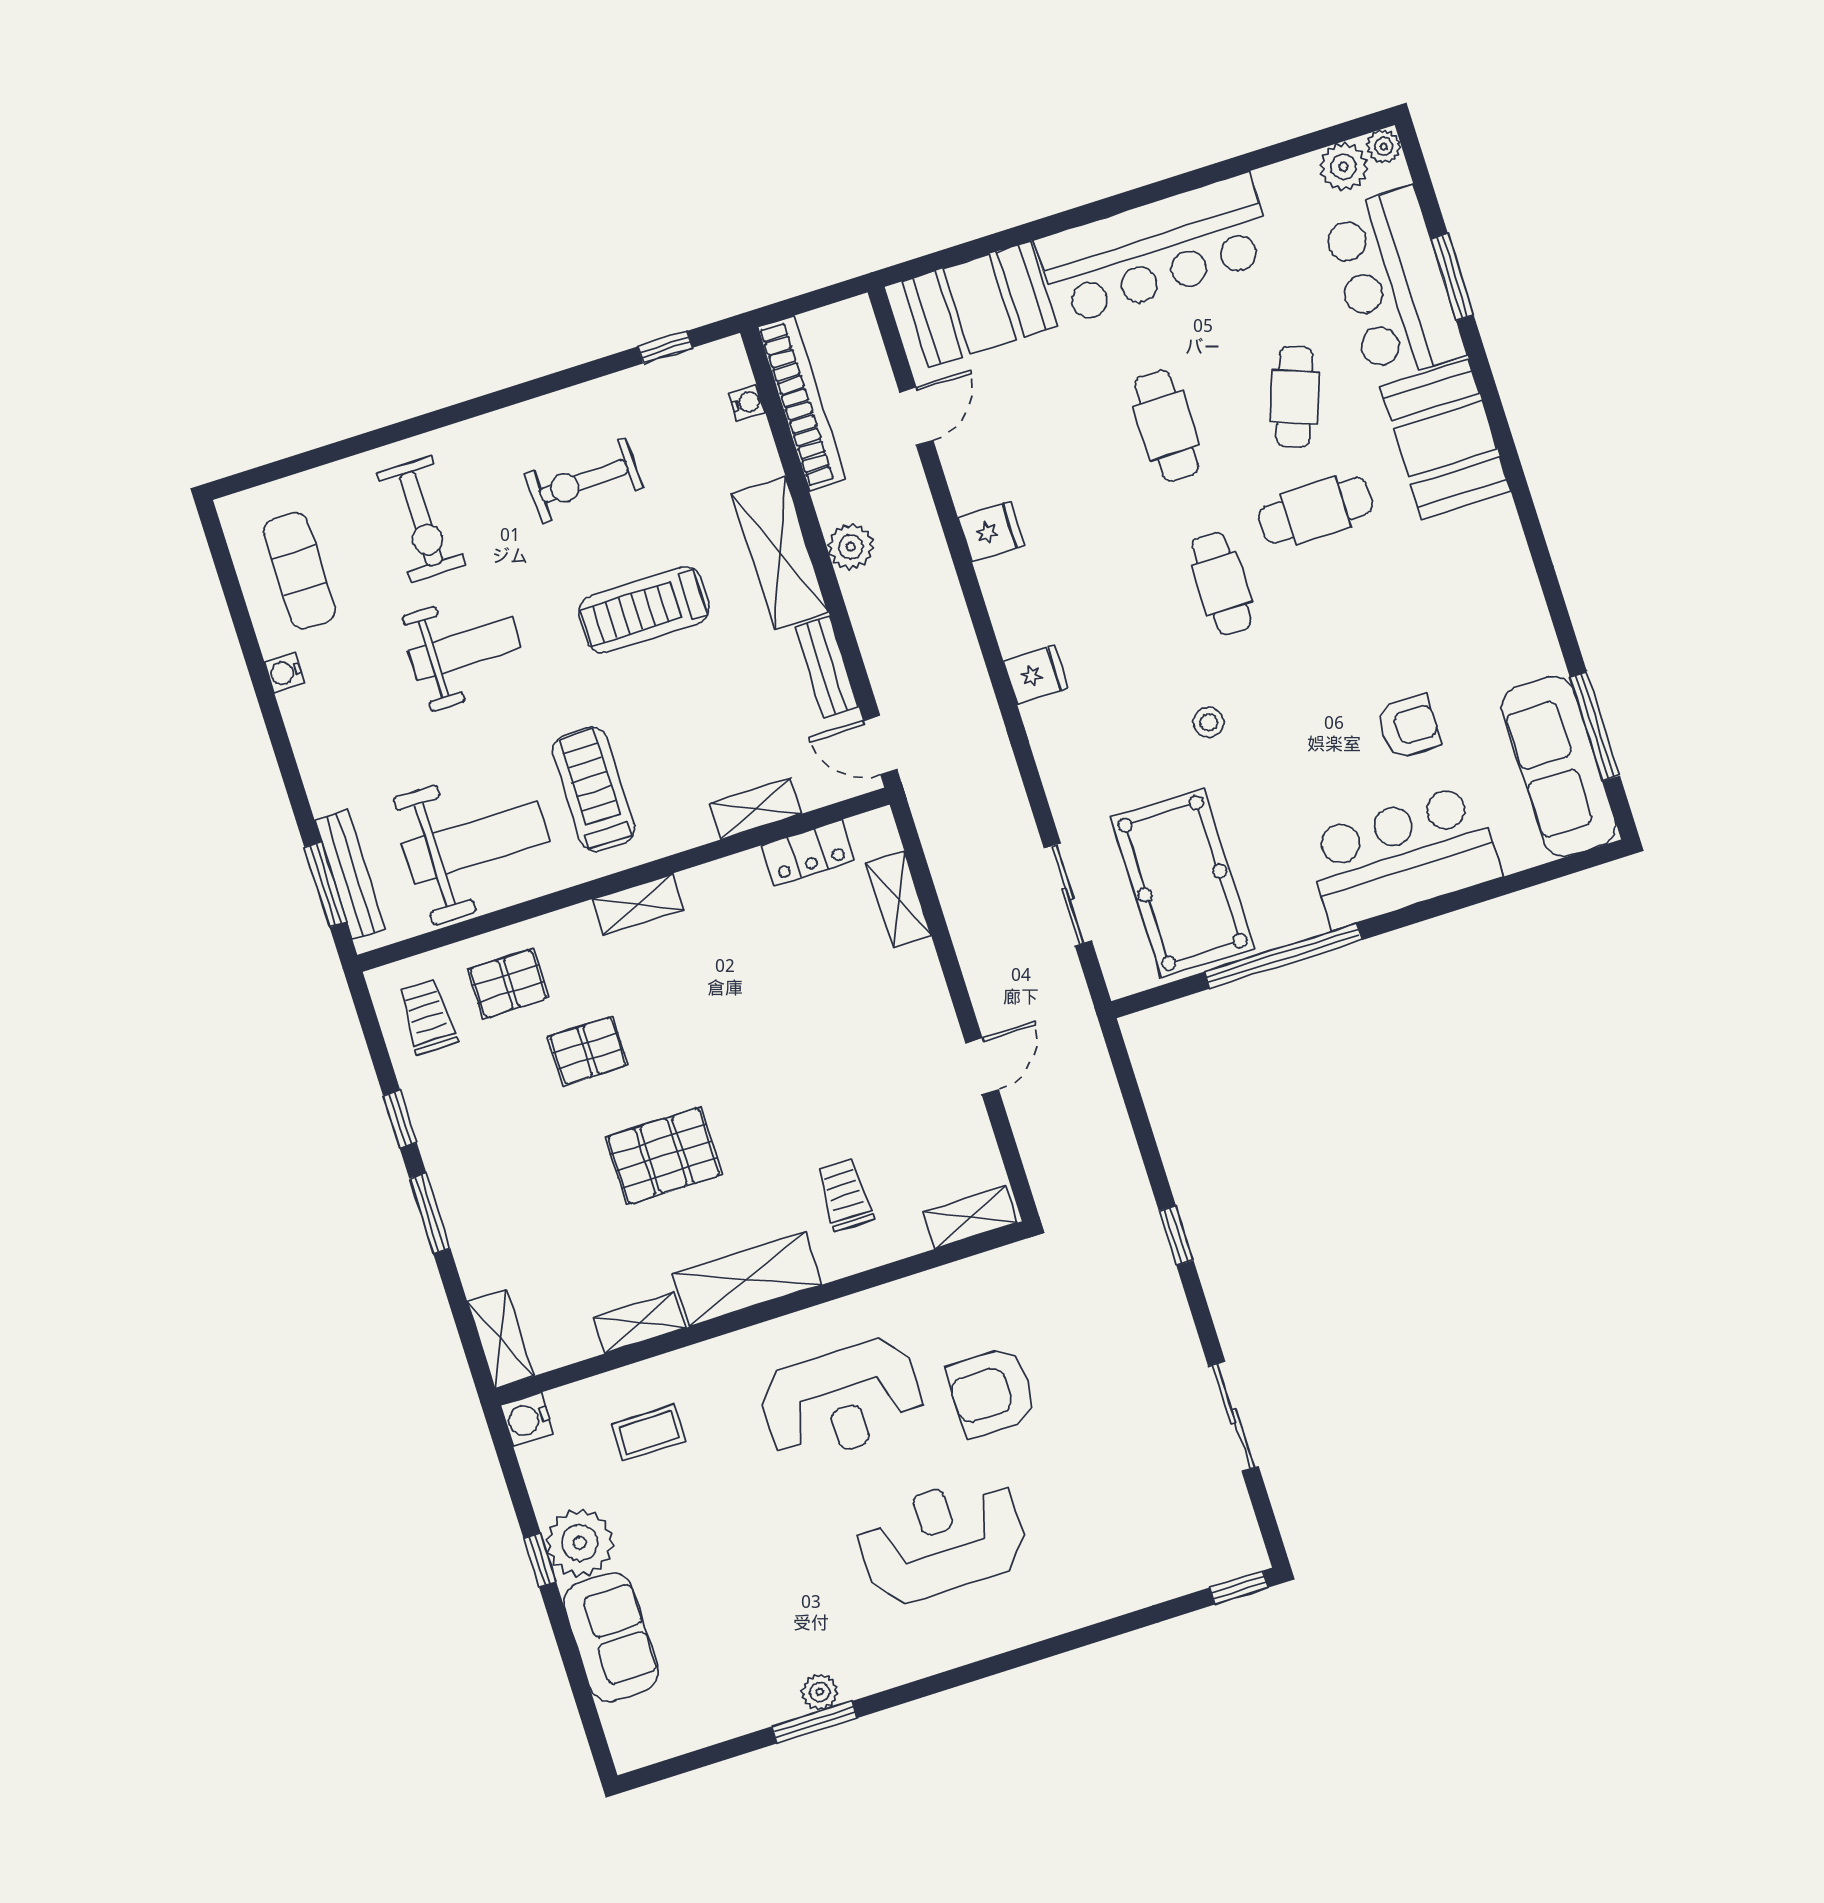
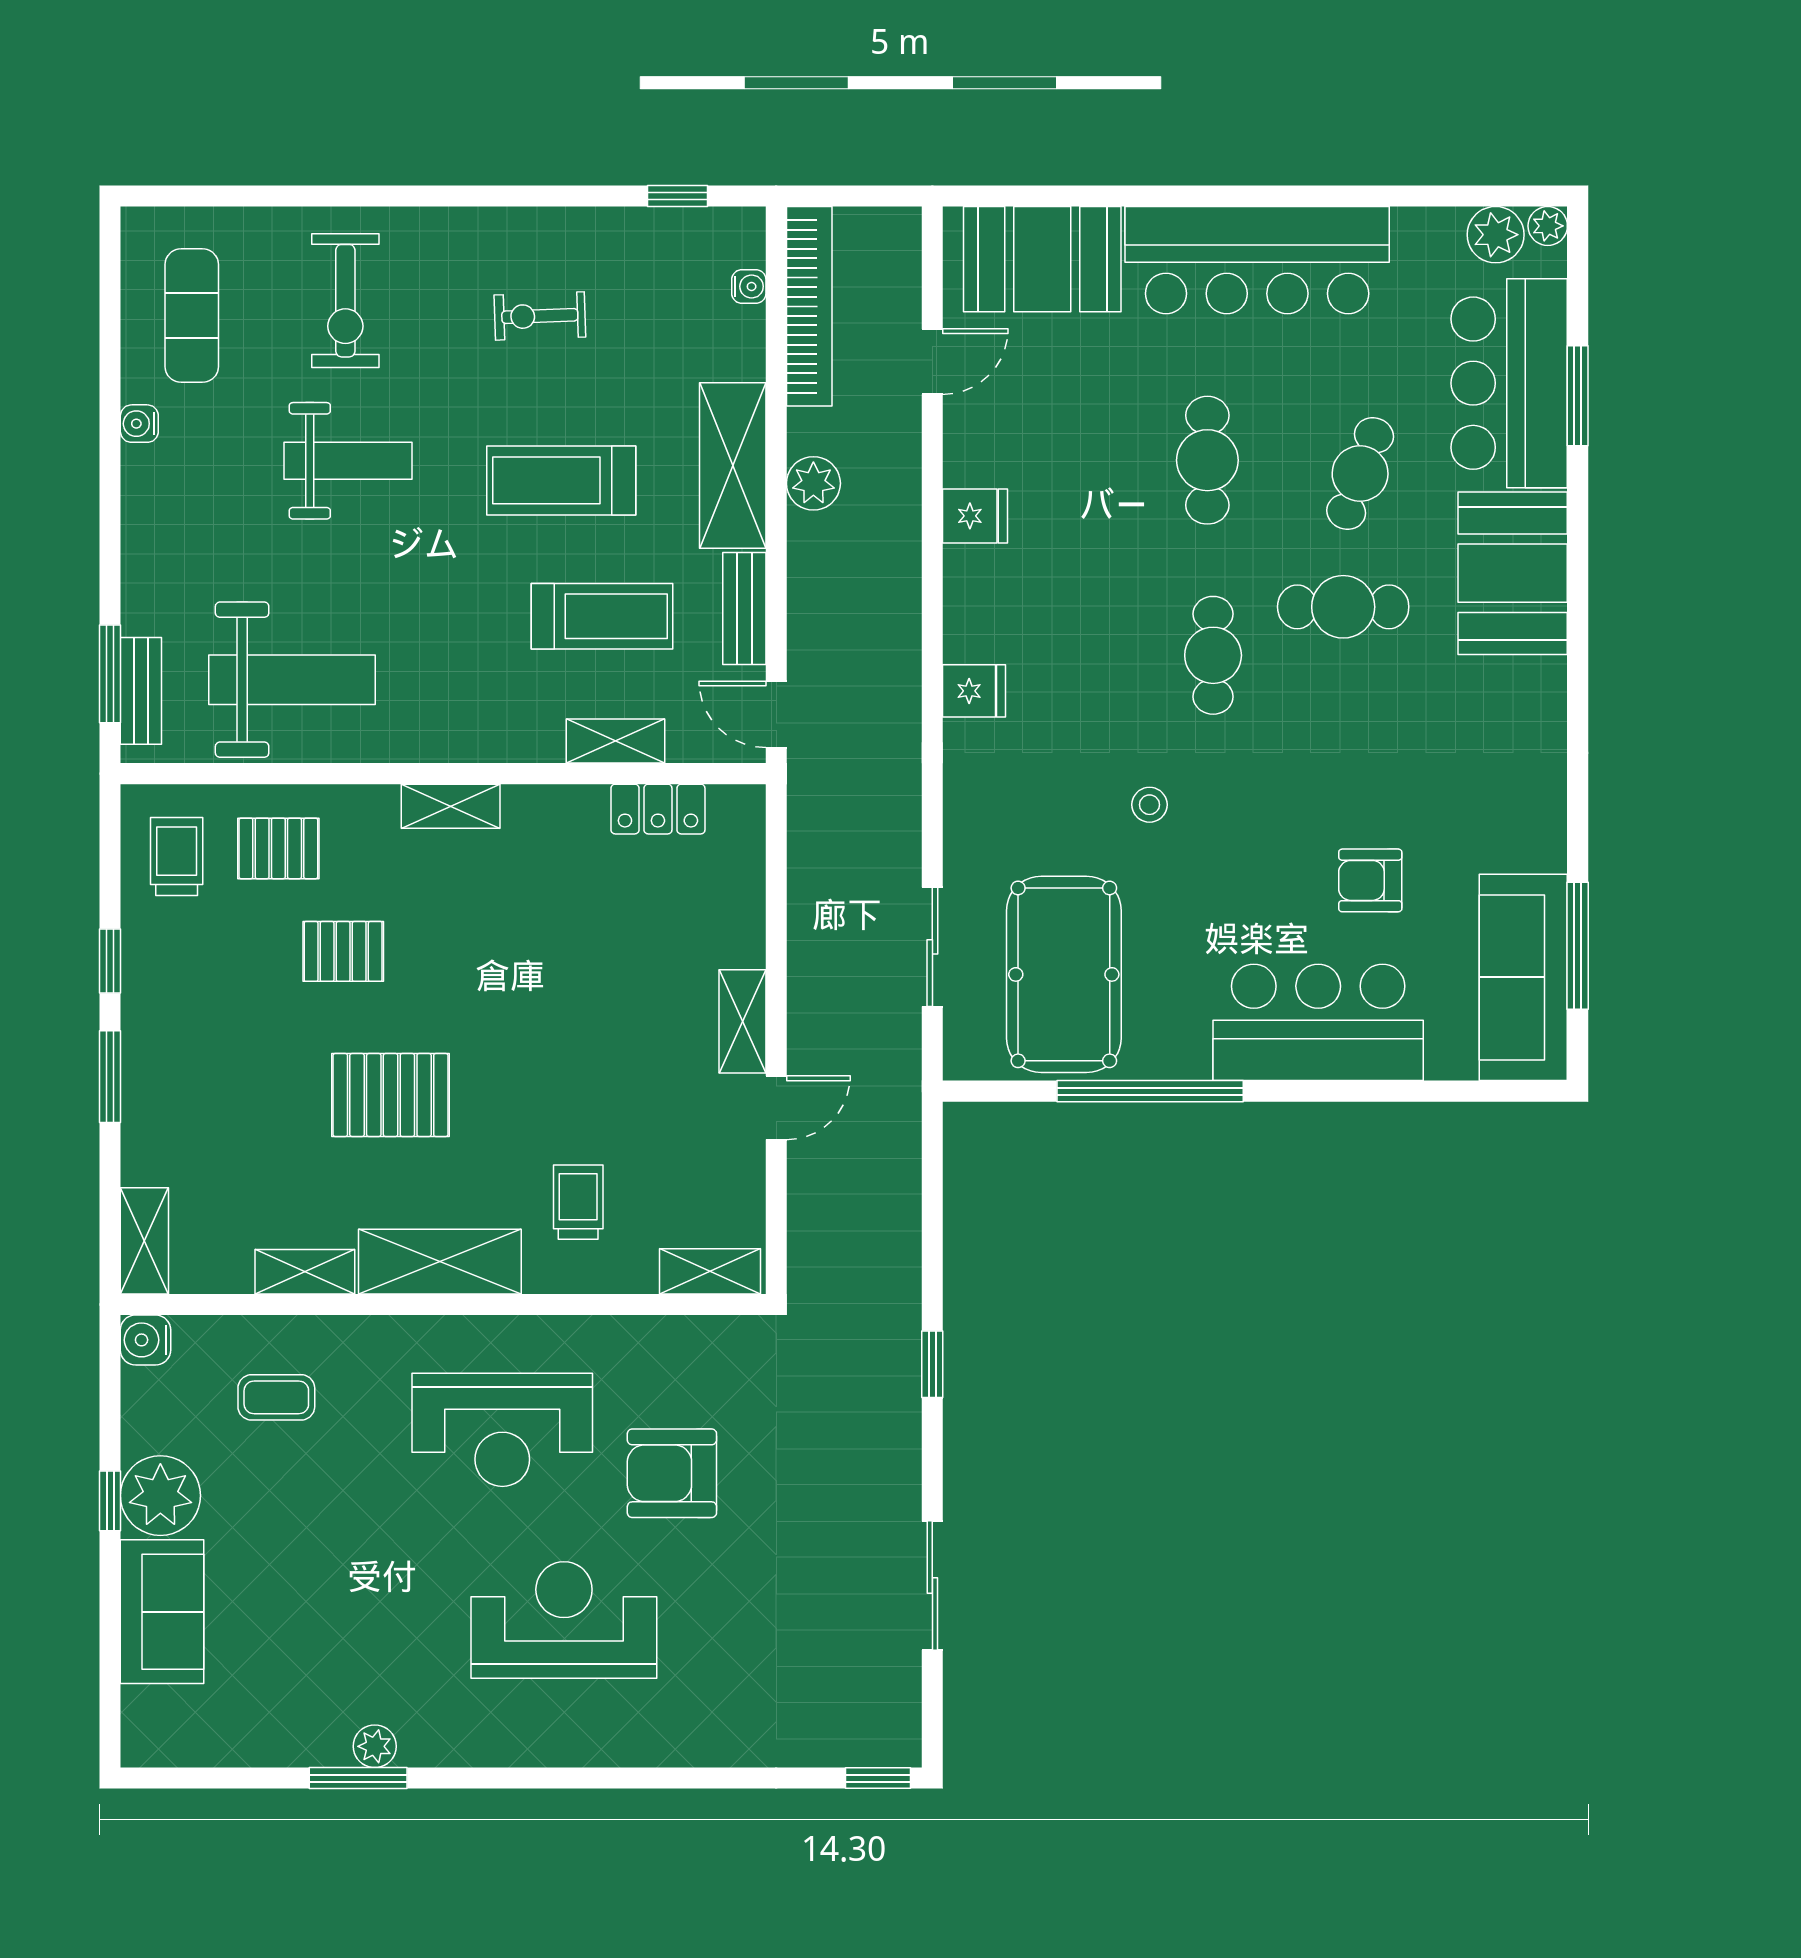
exercise bike: (584, 481) -> (540, 316), width x0.73, depth x0.72
armchair: (1408, 727) -> (1370, 880), turned 180
treadmill: (594, 790) -> (602, 616), moved, turned 90
bench: (350, 875) -> (141, 691), width x0.73
shelving: (899, 899) -> (742, 1021), moved

